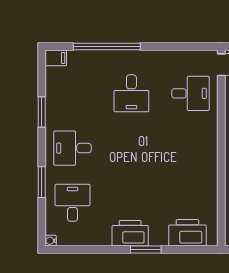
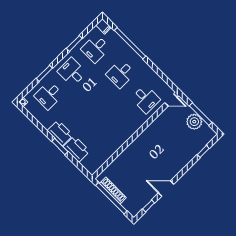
desk: (73, 93) -> (95, 49), added
desk: (73, 203) -> (49, 95), turned 180
printer: (187, 233) -> (77, 149), moved

